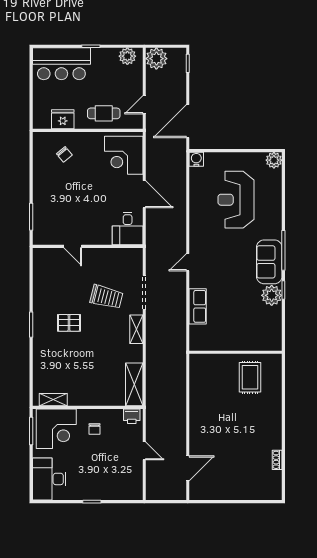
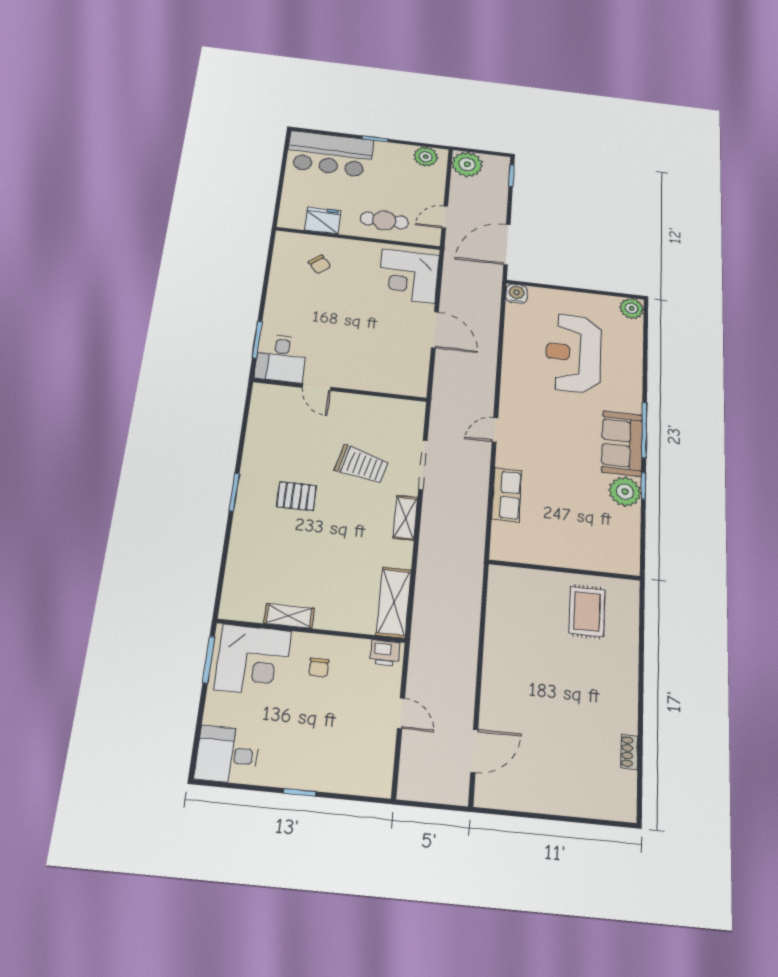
desk: (128, 229) -> (281, 358), moved
shelving: (53, 400) -> (289, 616), moved
desk: (49, 479) -> (227, 755), width x0.73

